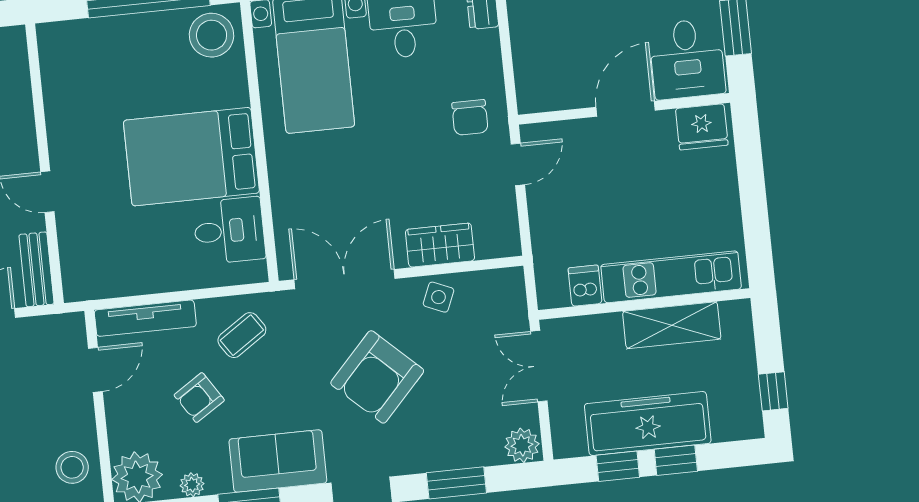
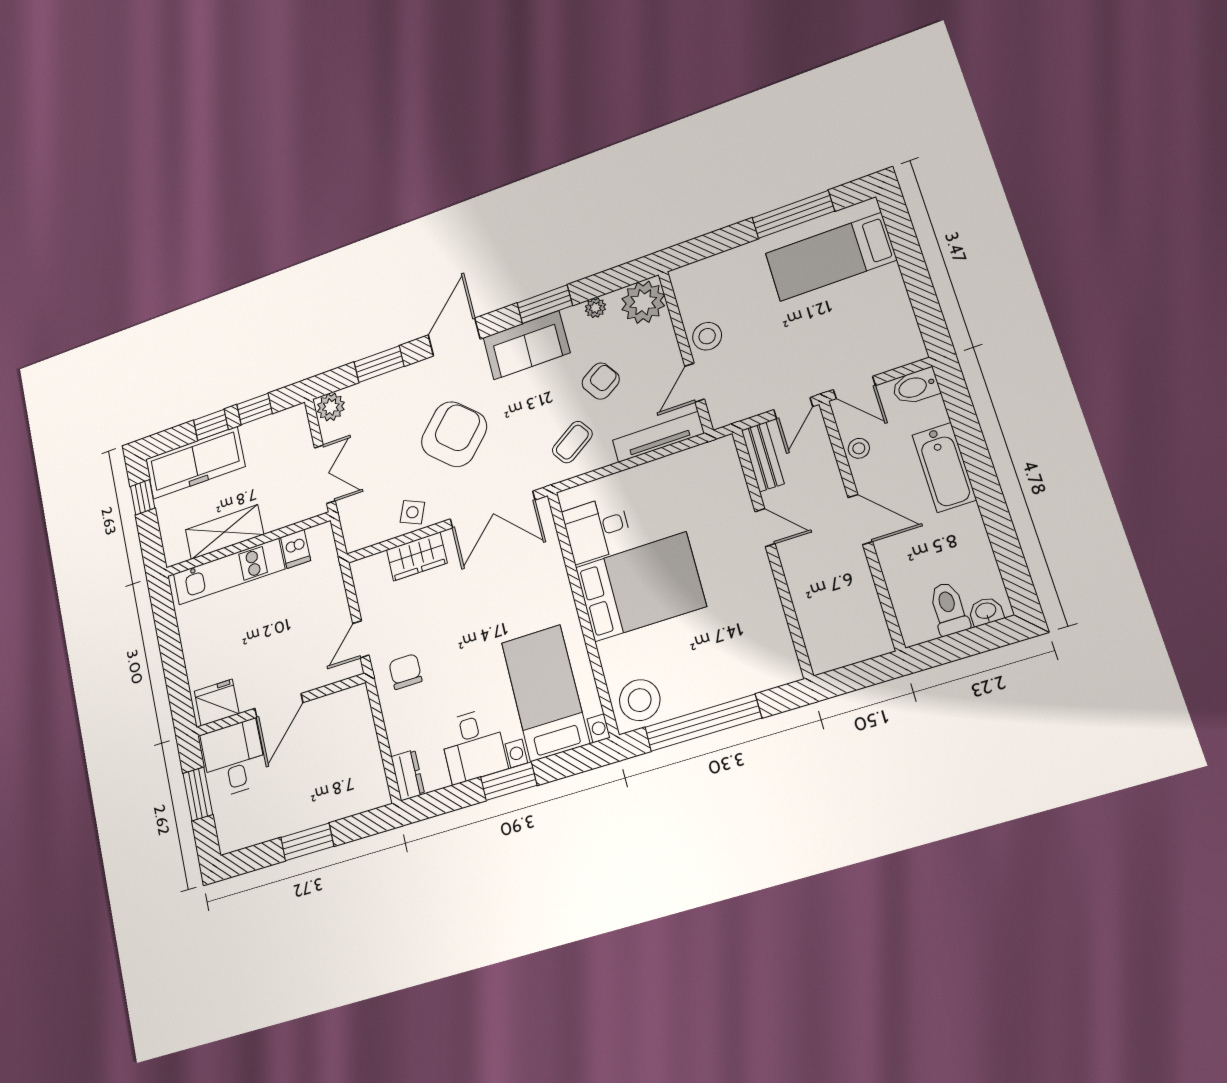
freezer: (648, 423) -> (195, 463), moved
stool: (72, 467) -> (707, 336), moved

